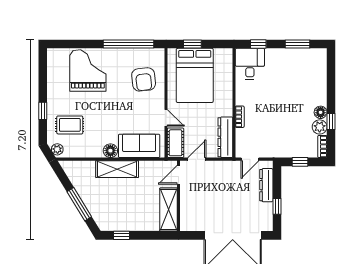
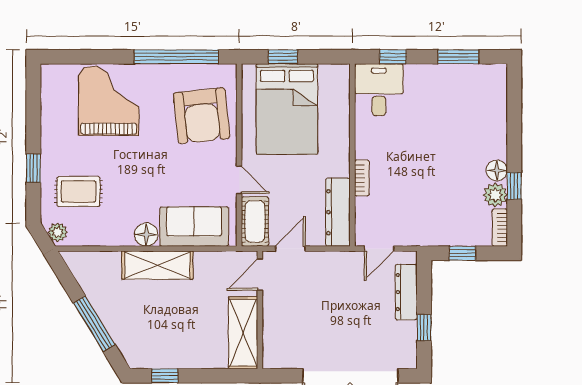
armchair: (144, 79) -> (202, 116), width x1.36, depth x1.36

